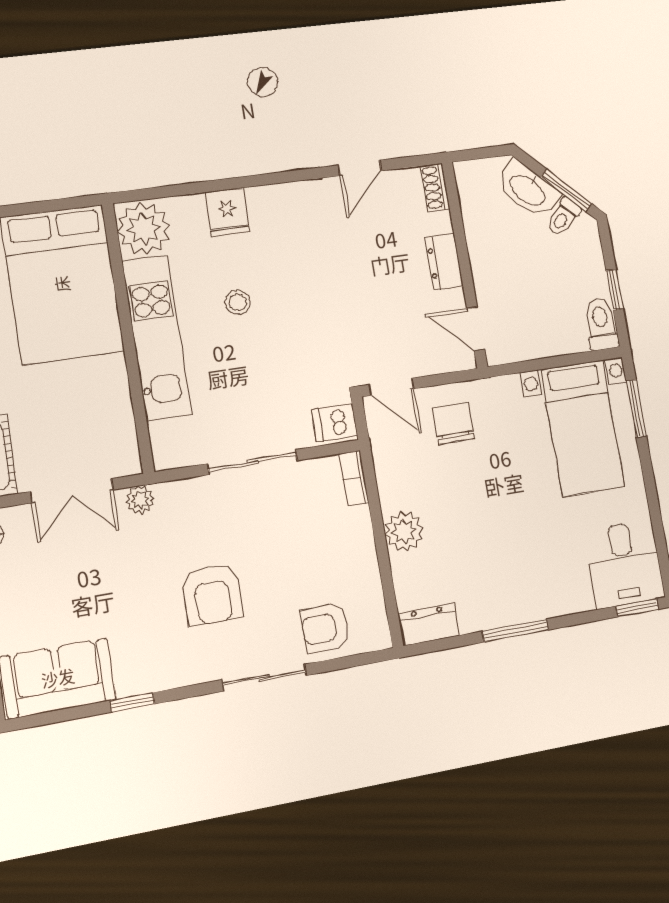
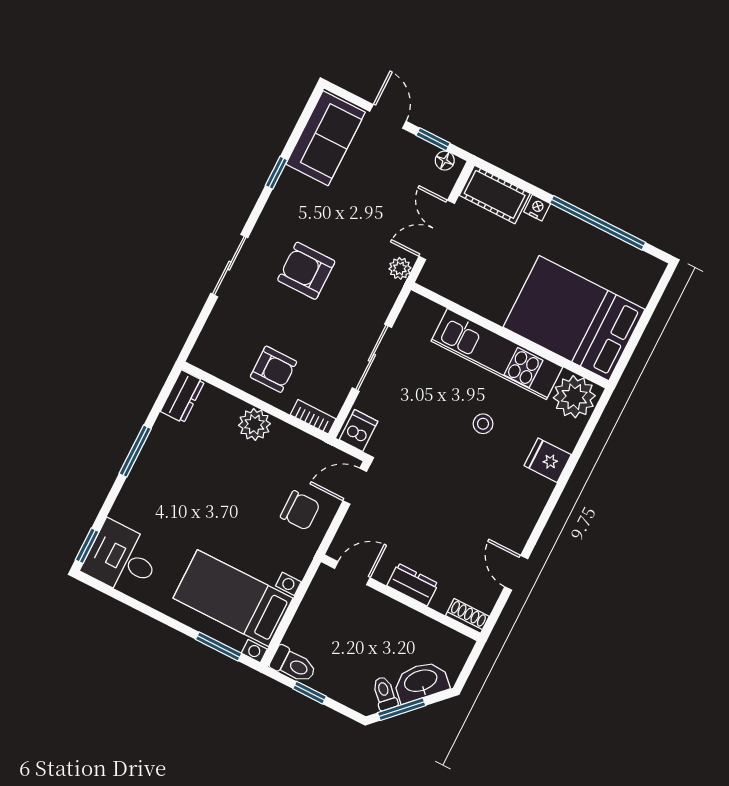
armchair: (325, 628) -> (273, 369), moved, turned 91

